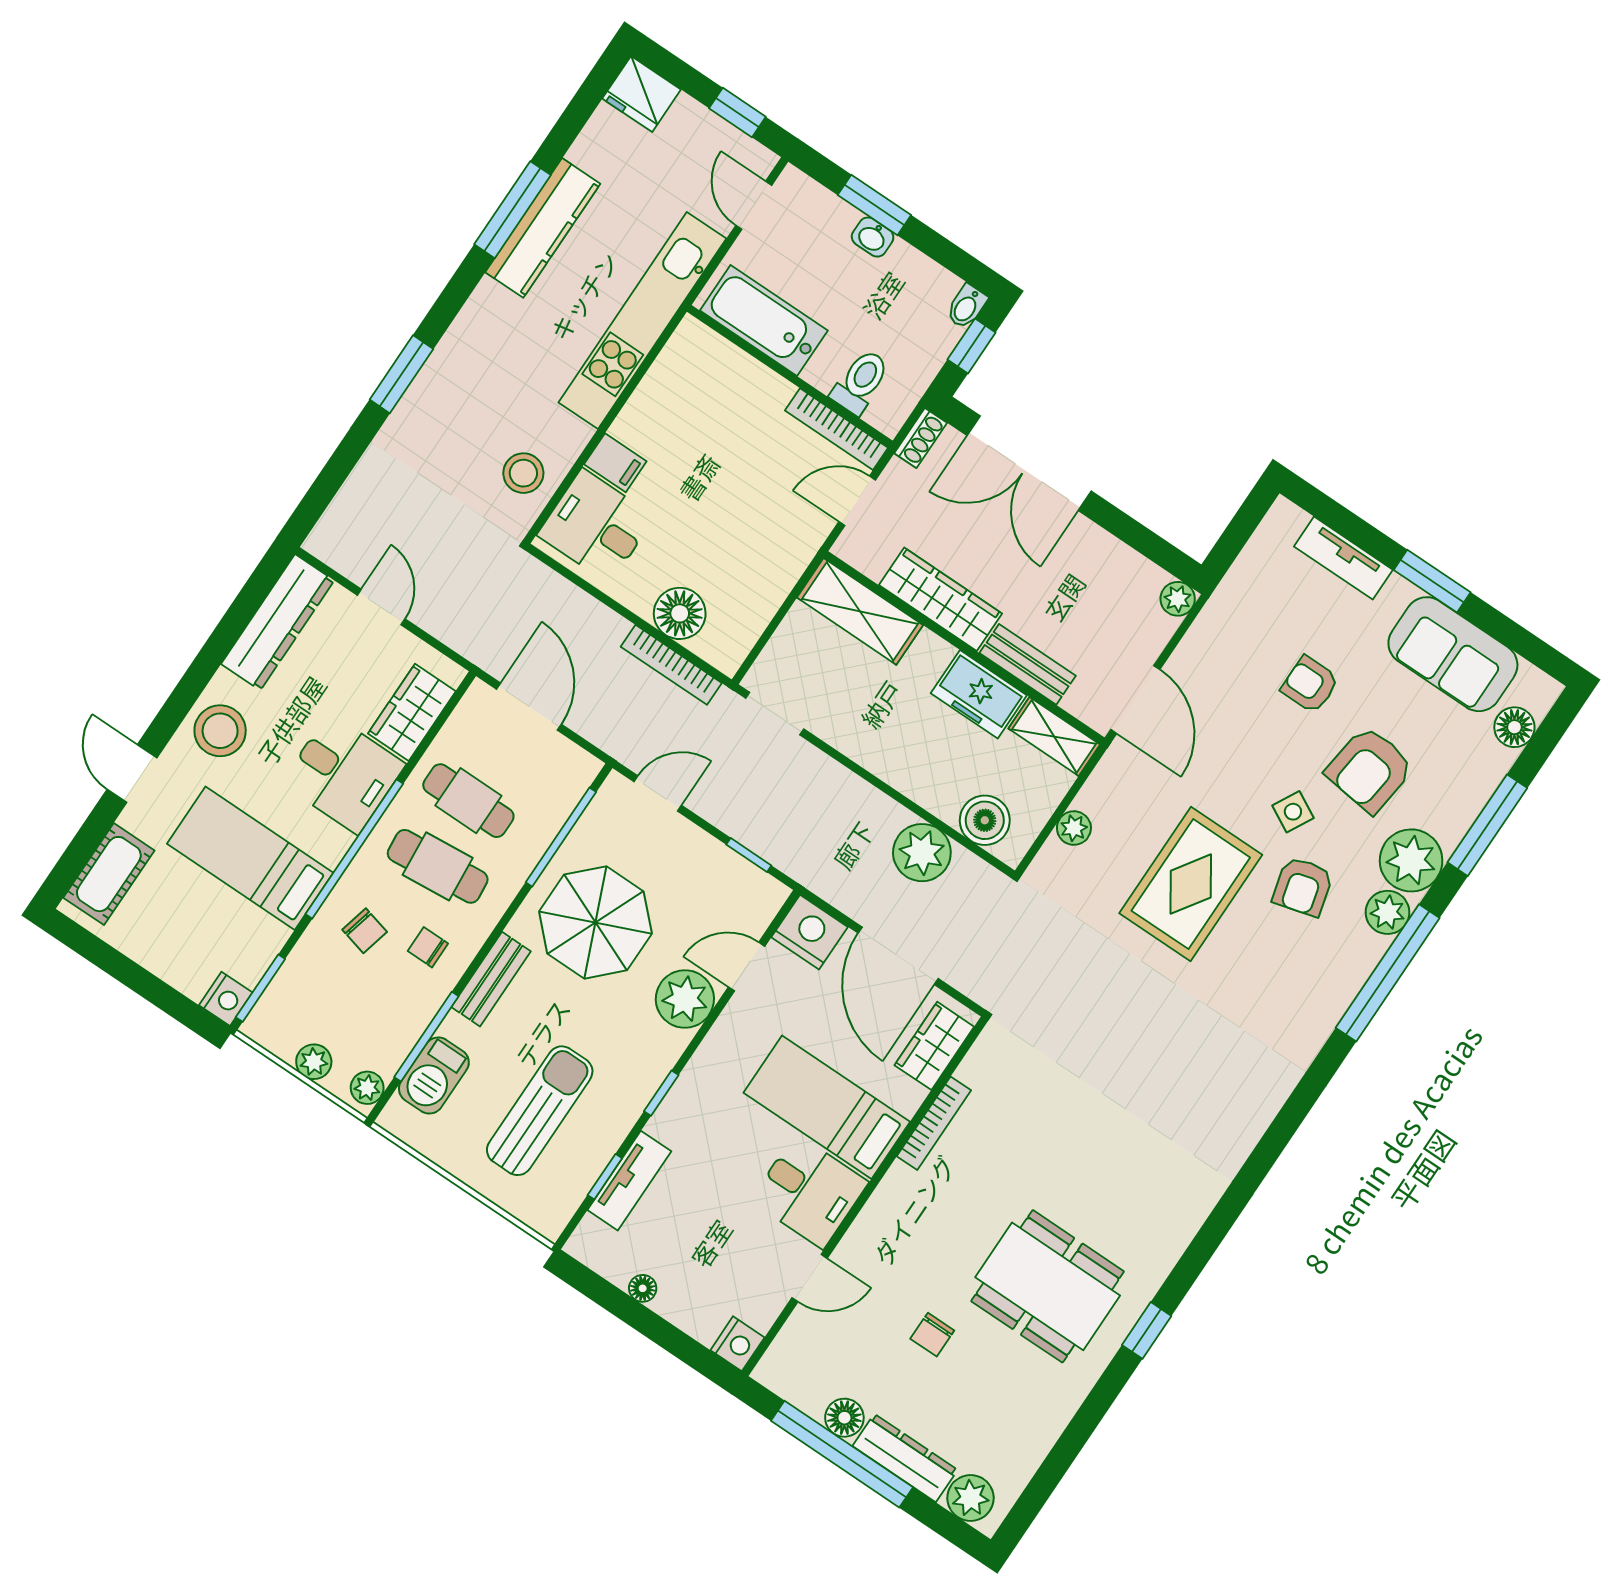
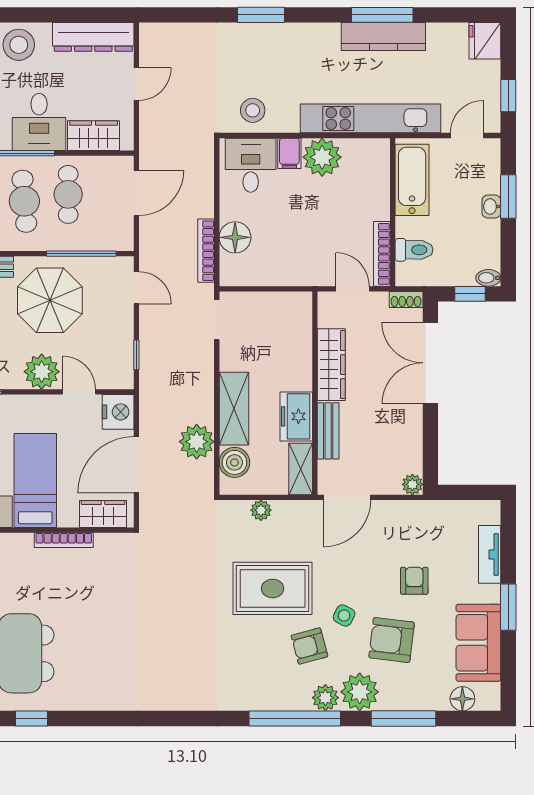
plant: (651, 422) -> (322, 157), added
shelving: (860, 611) -> (234, 409), moved

